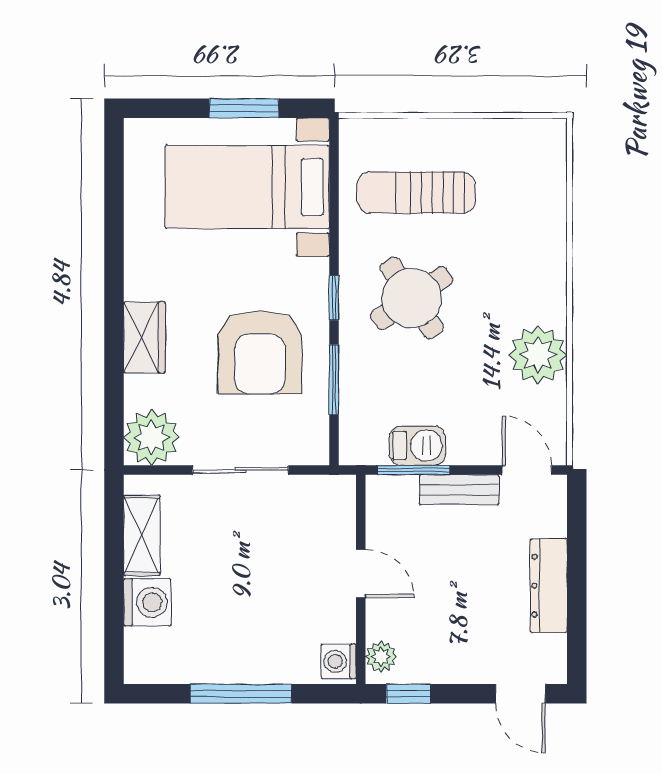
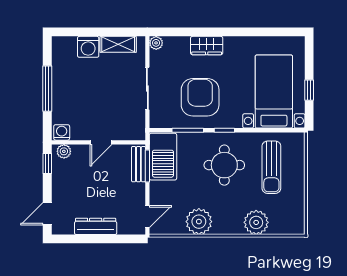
window: (244, 108) -> (309, 90), width x0.67
sun lounger: (416, 193) -> (271, 167), turned 180
plant: (540, 227) -> (256, 222), added
round table: (412, 298) -> (224, 165), turned 34
armchair: (260, 352) -> (200, 97), turned 90
plant: (152, 437) -> (156, 43), width x0.53, depth x0.53
barbecue: (417, 446) -> (163, 157), width x1.88, depth x1.53
bench: (459, 490) -> (138, 164), moved

